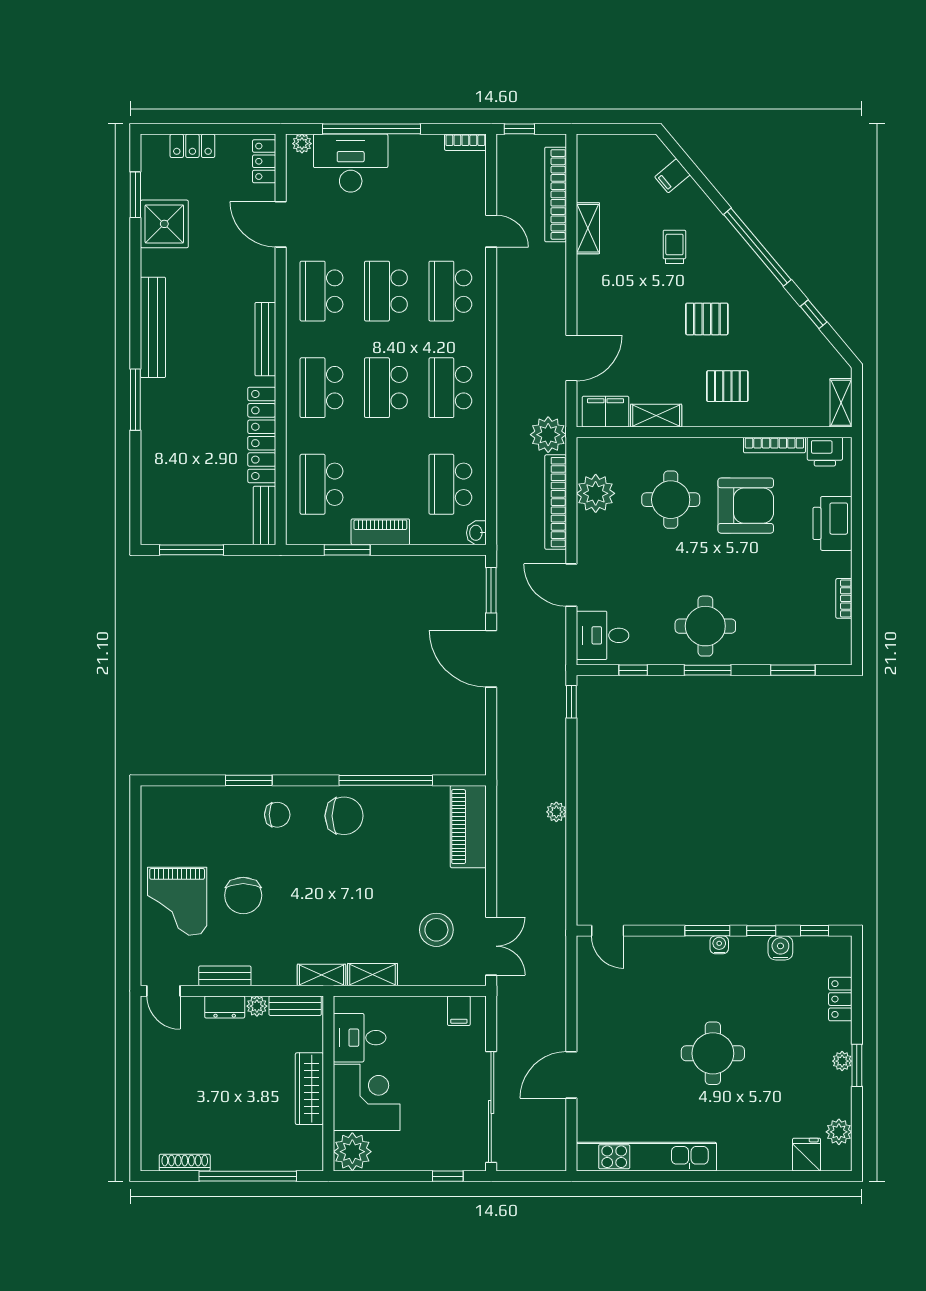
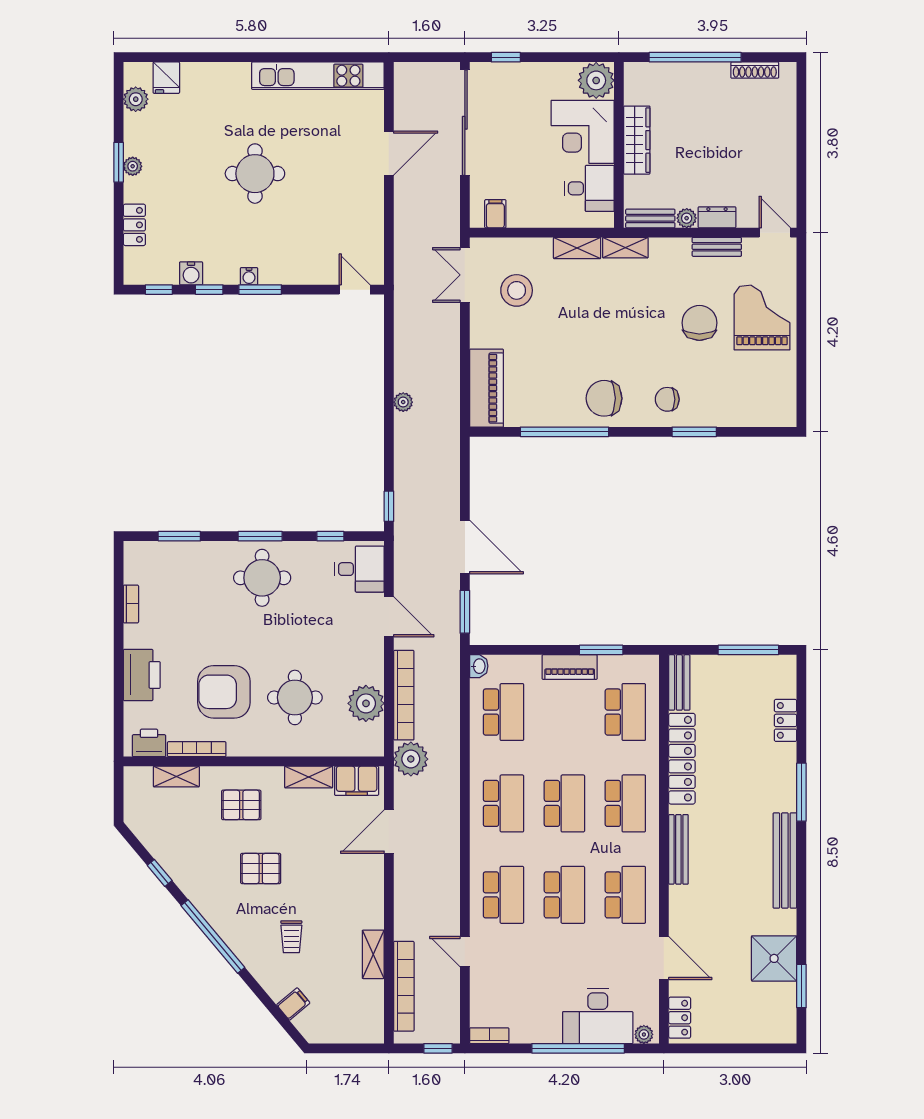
locker: (192, 146) -> (785, 720), moved, turned -90
shelving: (841, 403) -> (176, 777), moved, turned 90

